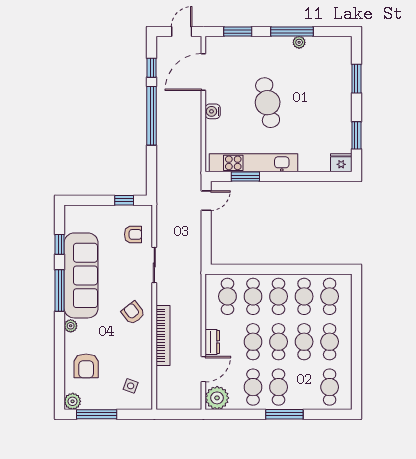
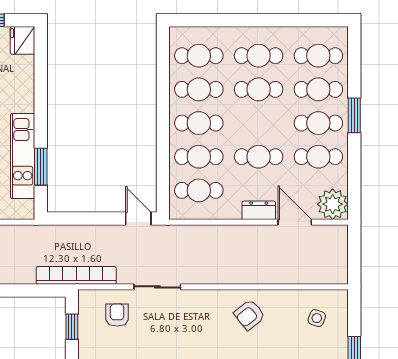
kitchen unit: (254, 163) -> (23, 156), width x0.73
door: (206, 201) -> (138, 219), moved
armchair: (133, 313) -> (250, 315), moved
bookcase: (163, 335) -> (76, 275), moved
cafe table: (279, 342) -> (318, 89), moved
window: (284, 414) -> (354, 115), width x0.69

